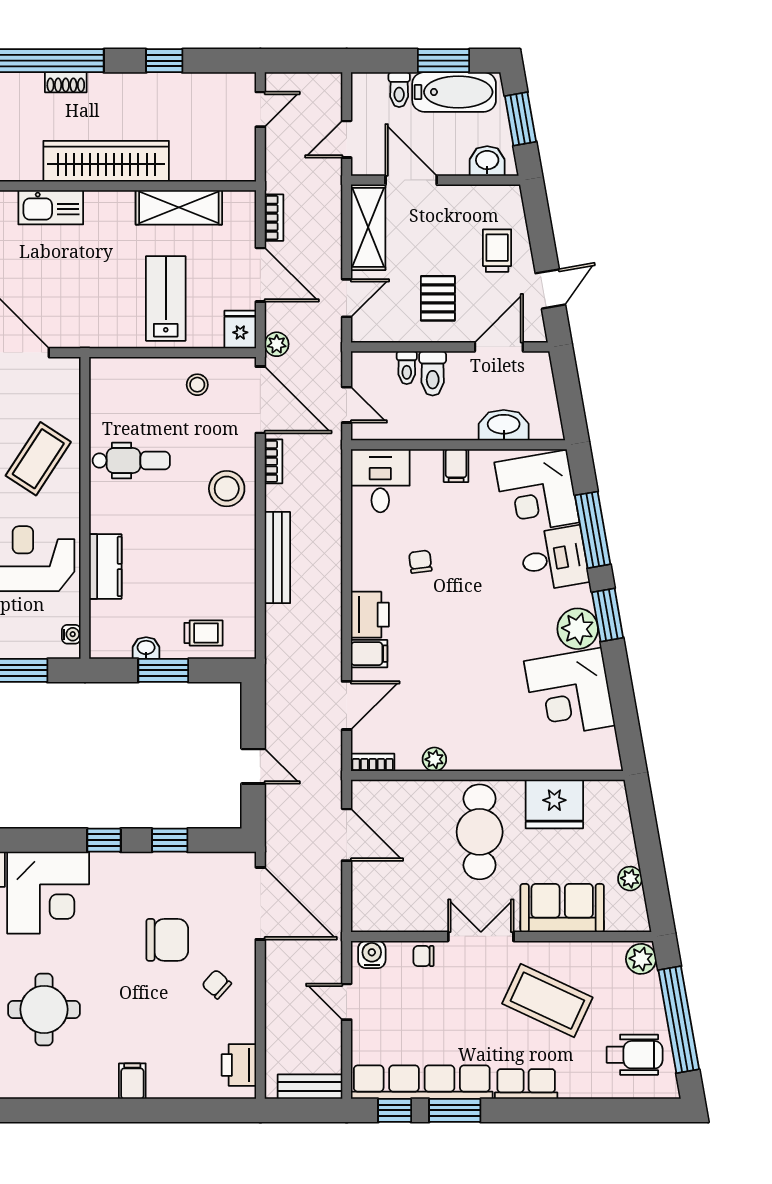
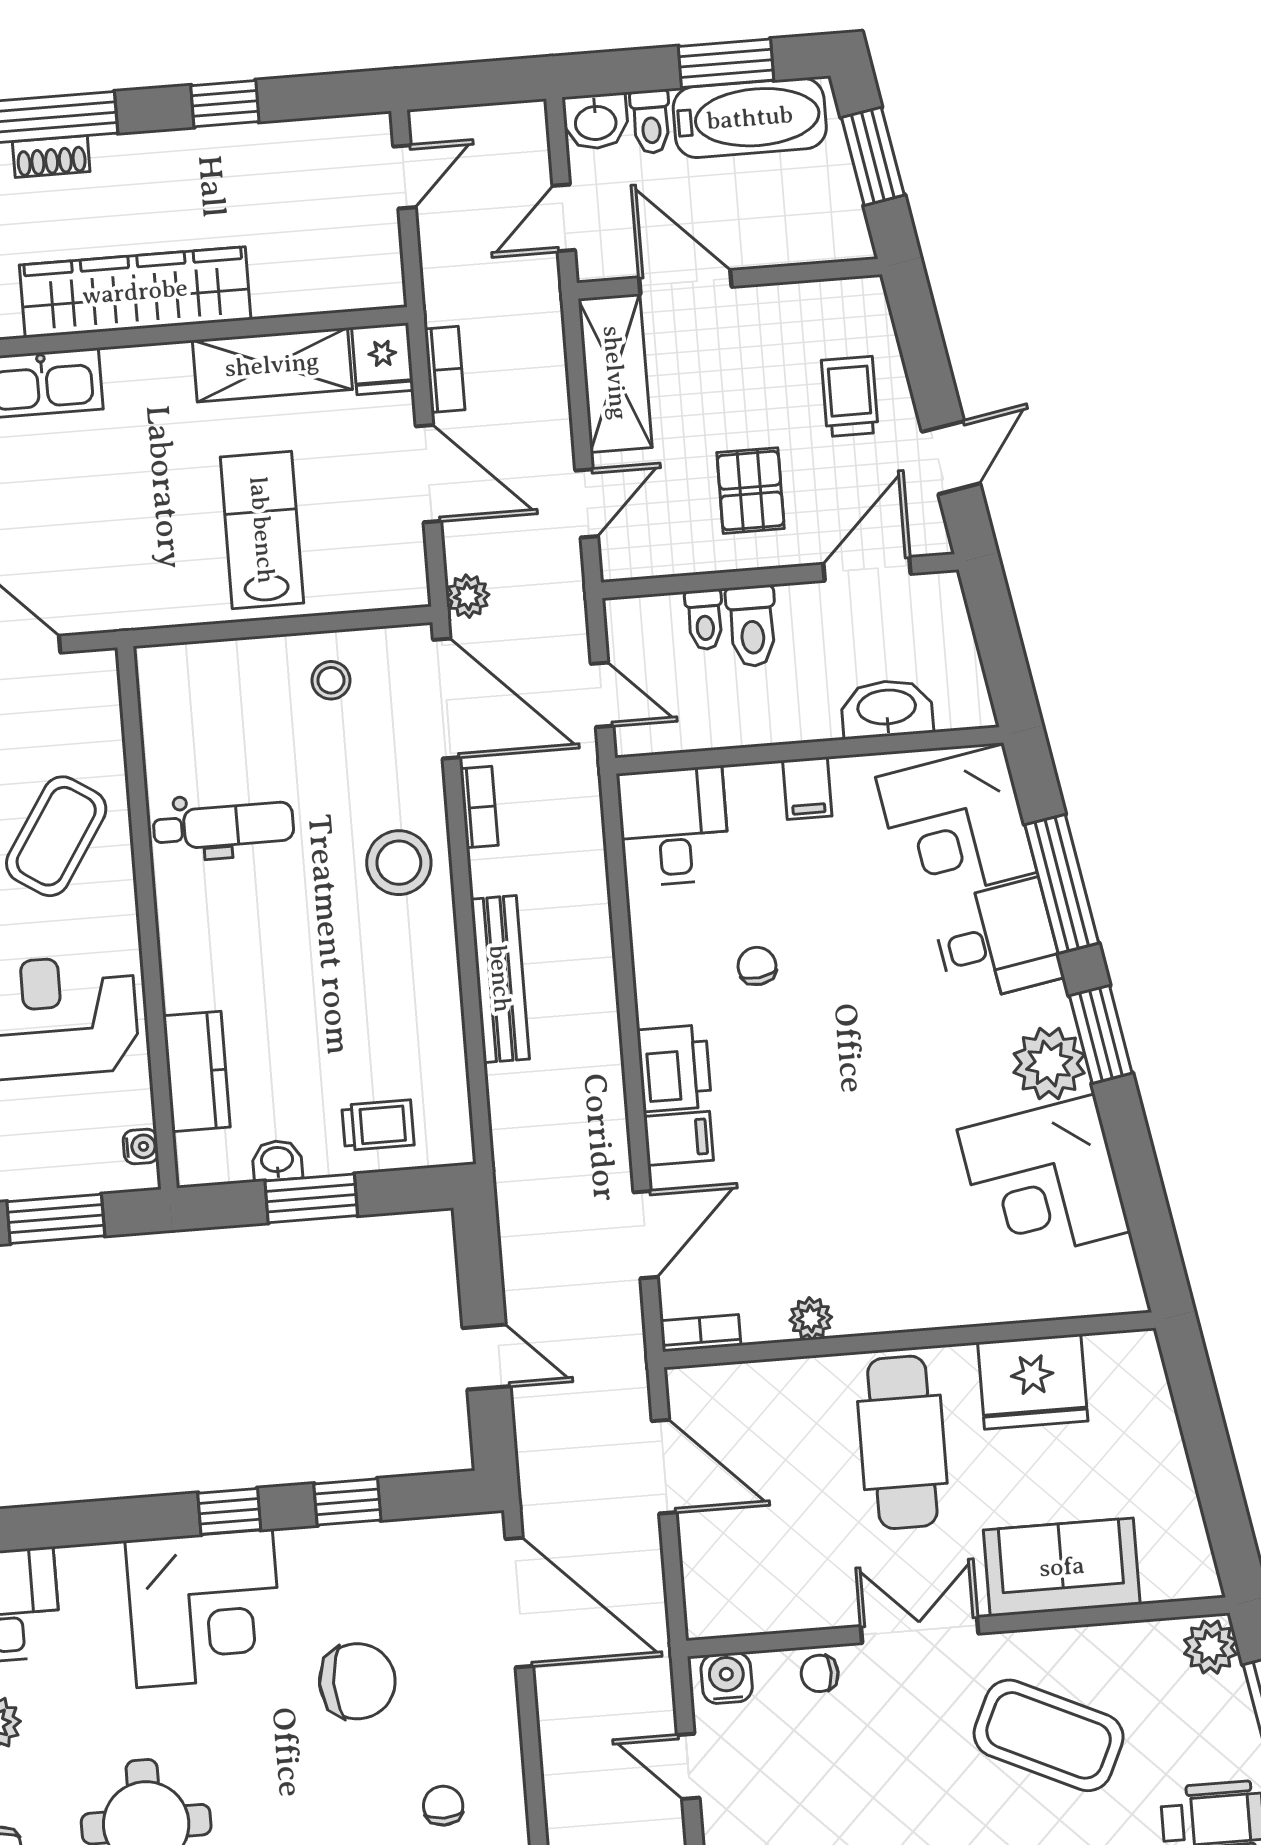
washbasin: (487, 161) -> (596, 121), moved, turned 180
fridge: (240, 329) -> (383, 359), moved, turned 180
kitchen counter: (105, 566) -> (197, 1071), moved
plant: (630, 879) -> (1179, 1504), removed
corner desk: (48, 893) -> (204, 1608), moved
chair: (217, 984) -> (443, 1806), moved, turned 48

